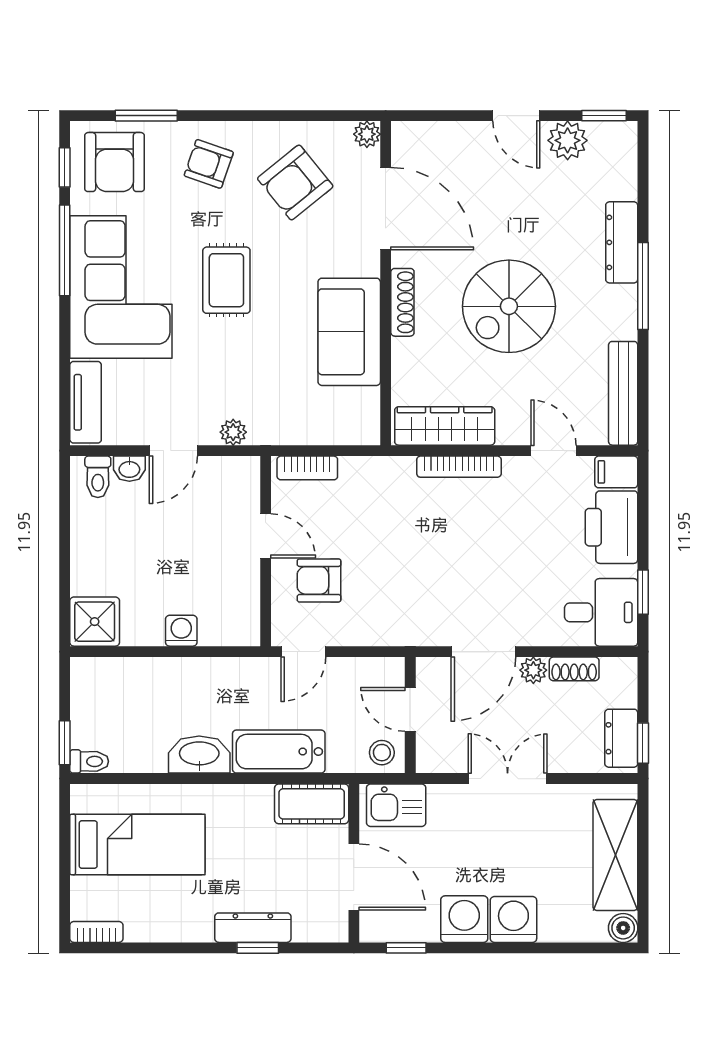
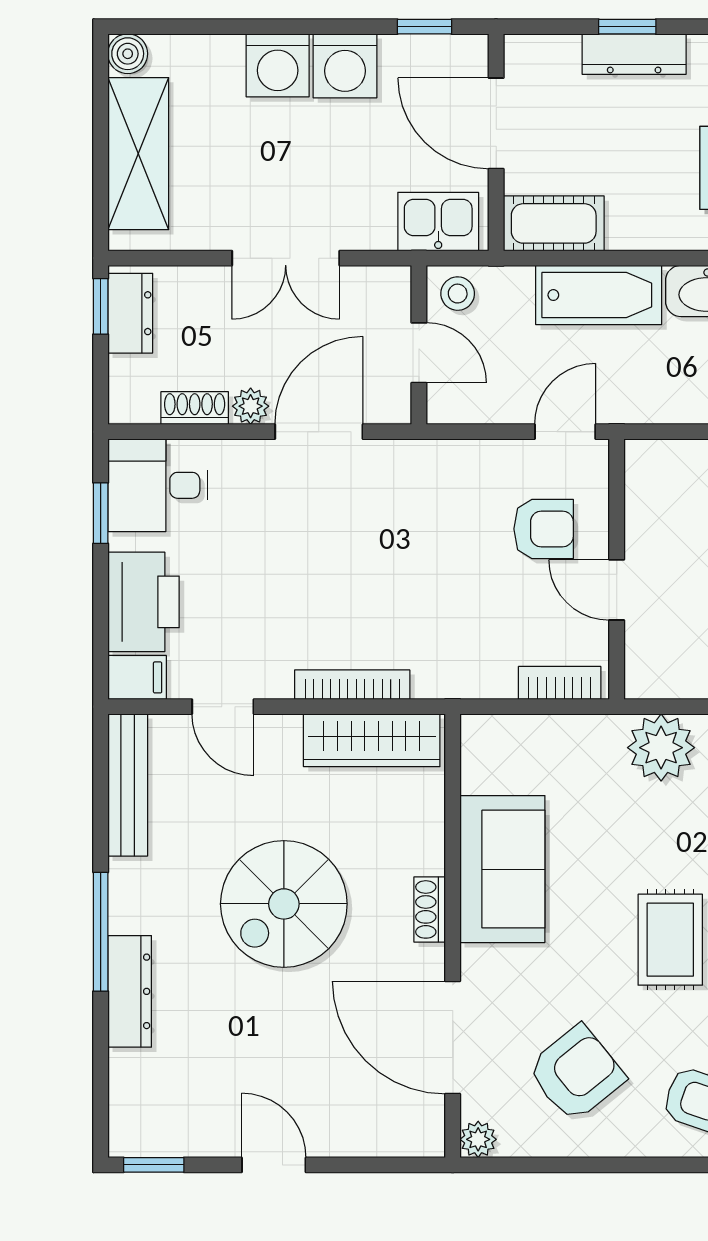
plant: (568, 140) -> (204, 1131), removed
shoe rack: (402, 302) -> (430, 909), width x0.70
spiral stairs: (509, 306) -> (284, 904), turned 180
plant: (233, 432) -> (661, 748), width x1.88, depth x1.88

